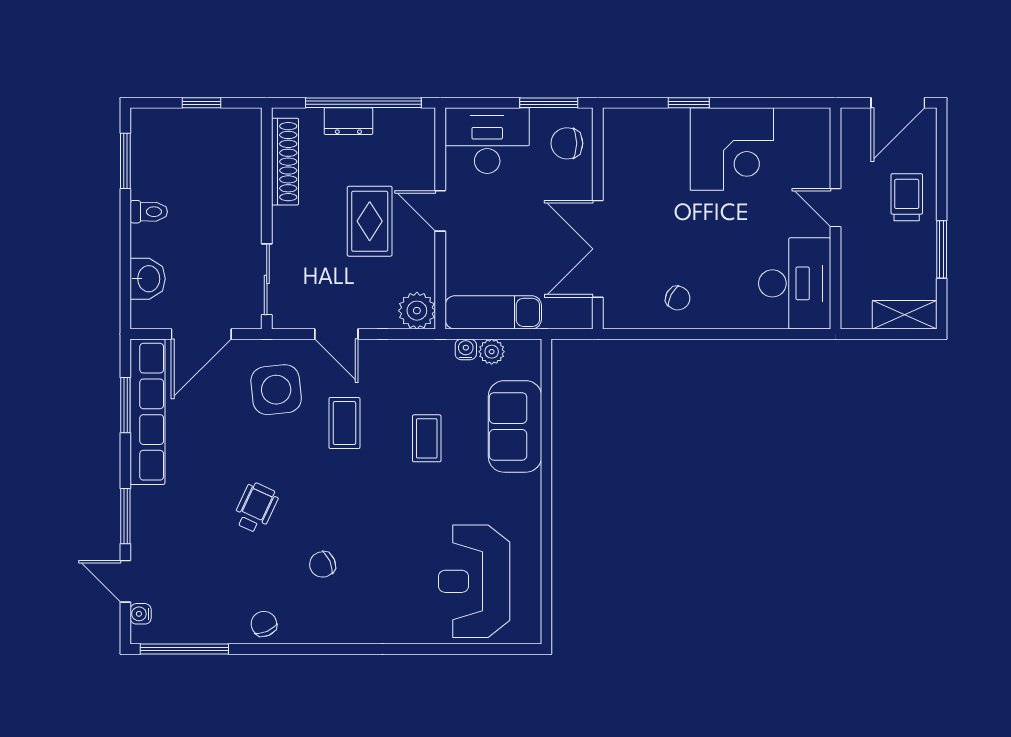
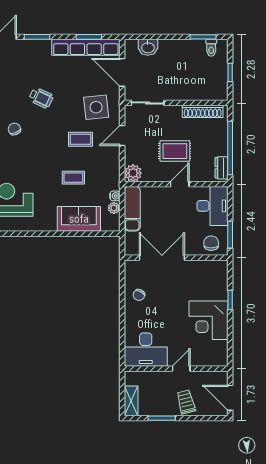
dresser: (348, 121) -> (222, 168), moved
trolley: (907, 197) -> (186, 402), turned -104
toilet: (149, 212) -> (211, 48), moved

